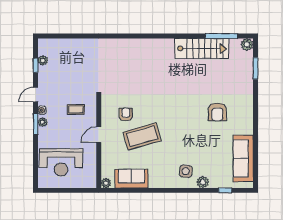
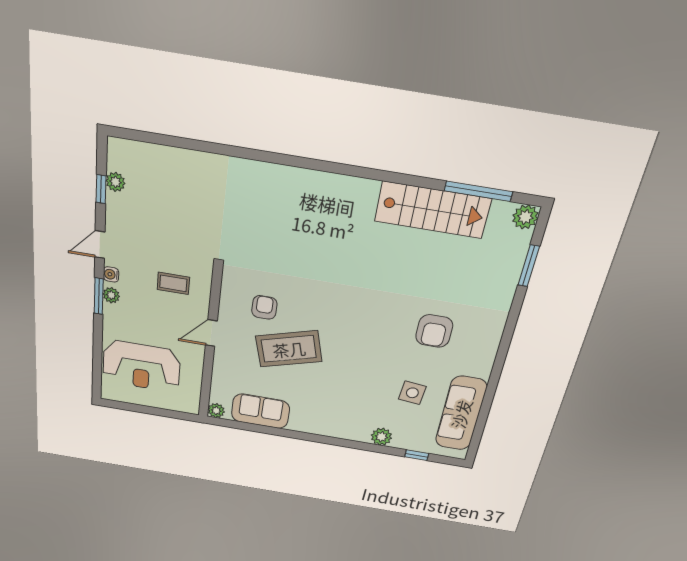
side table: (186, 171) -> (412, 393), moved

